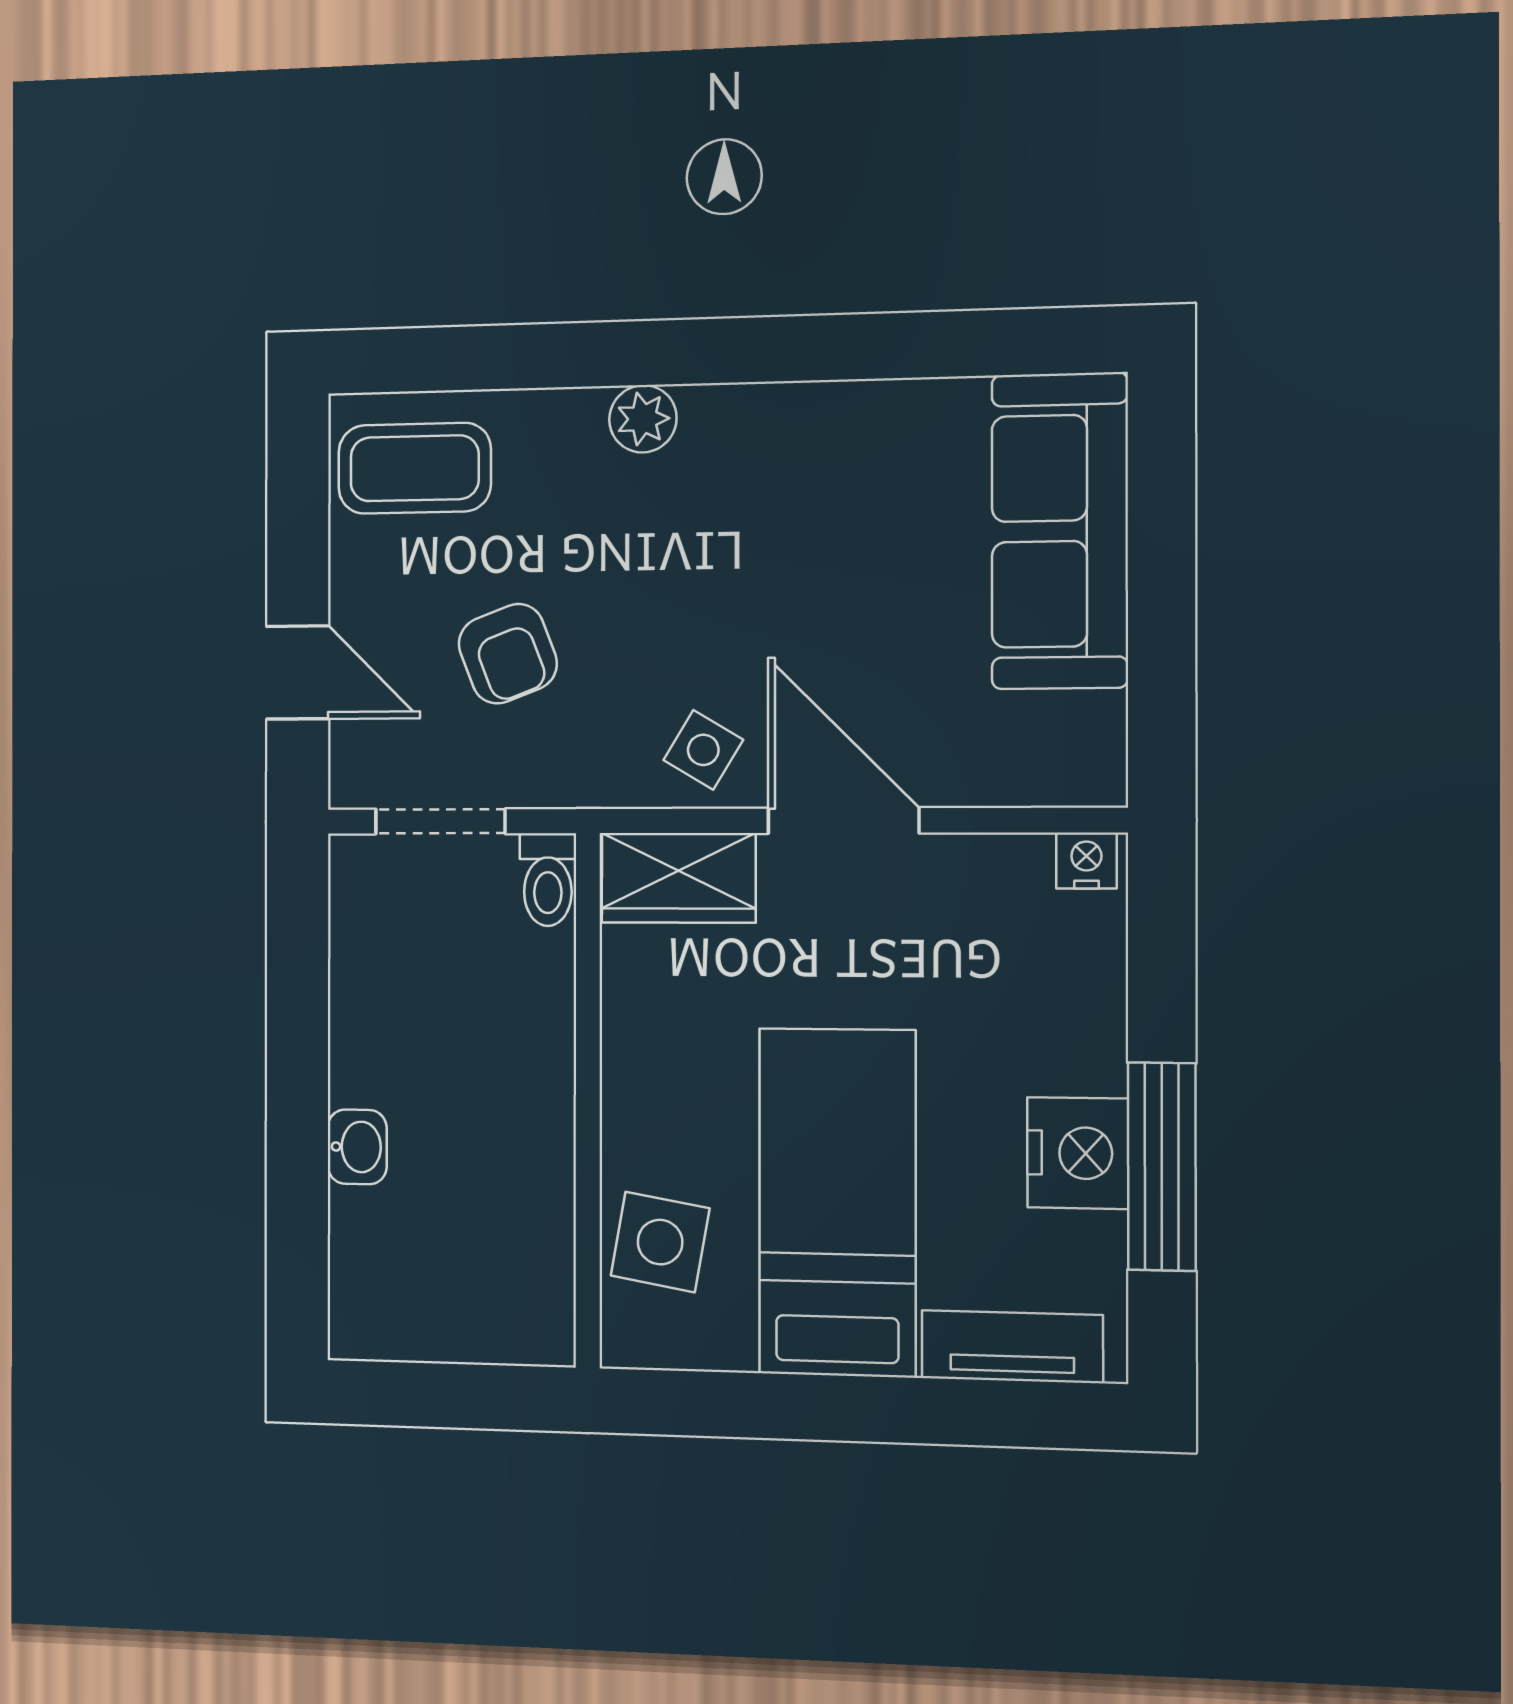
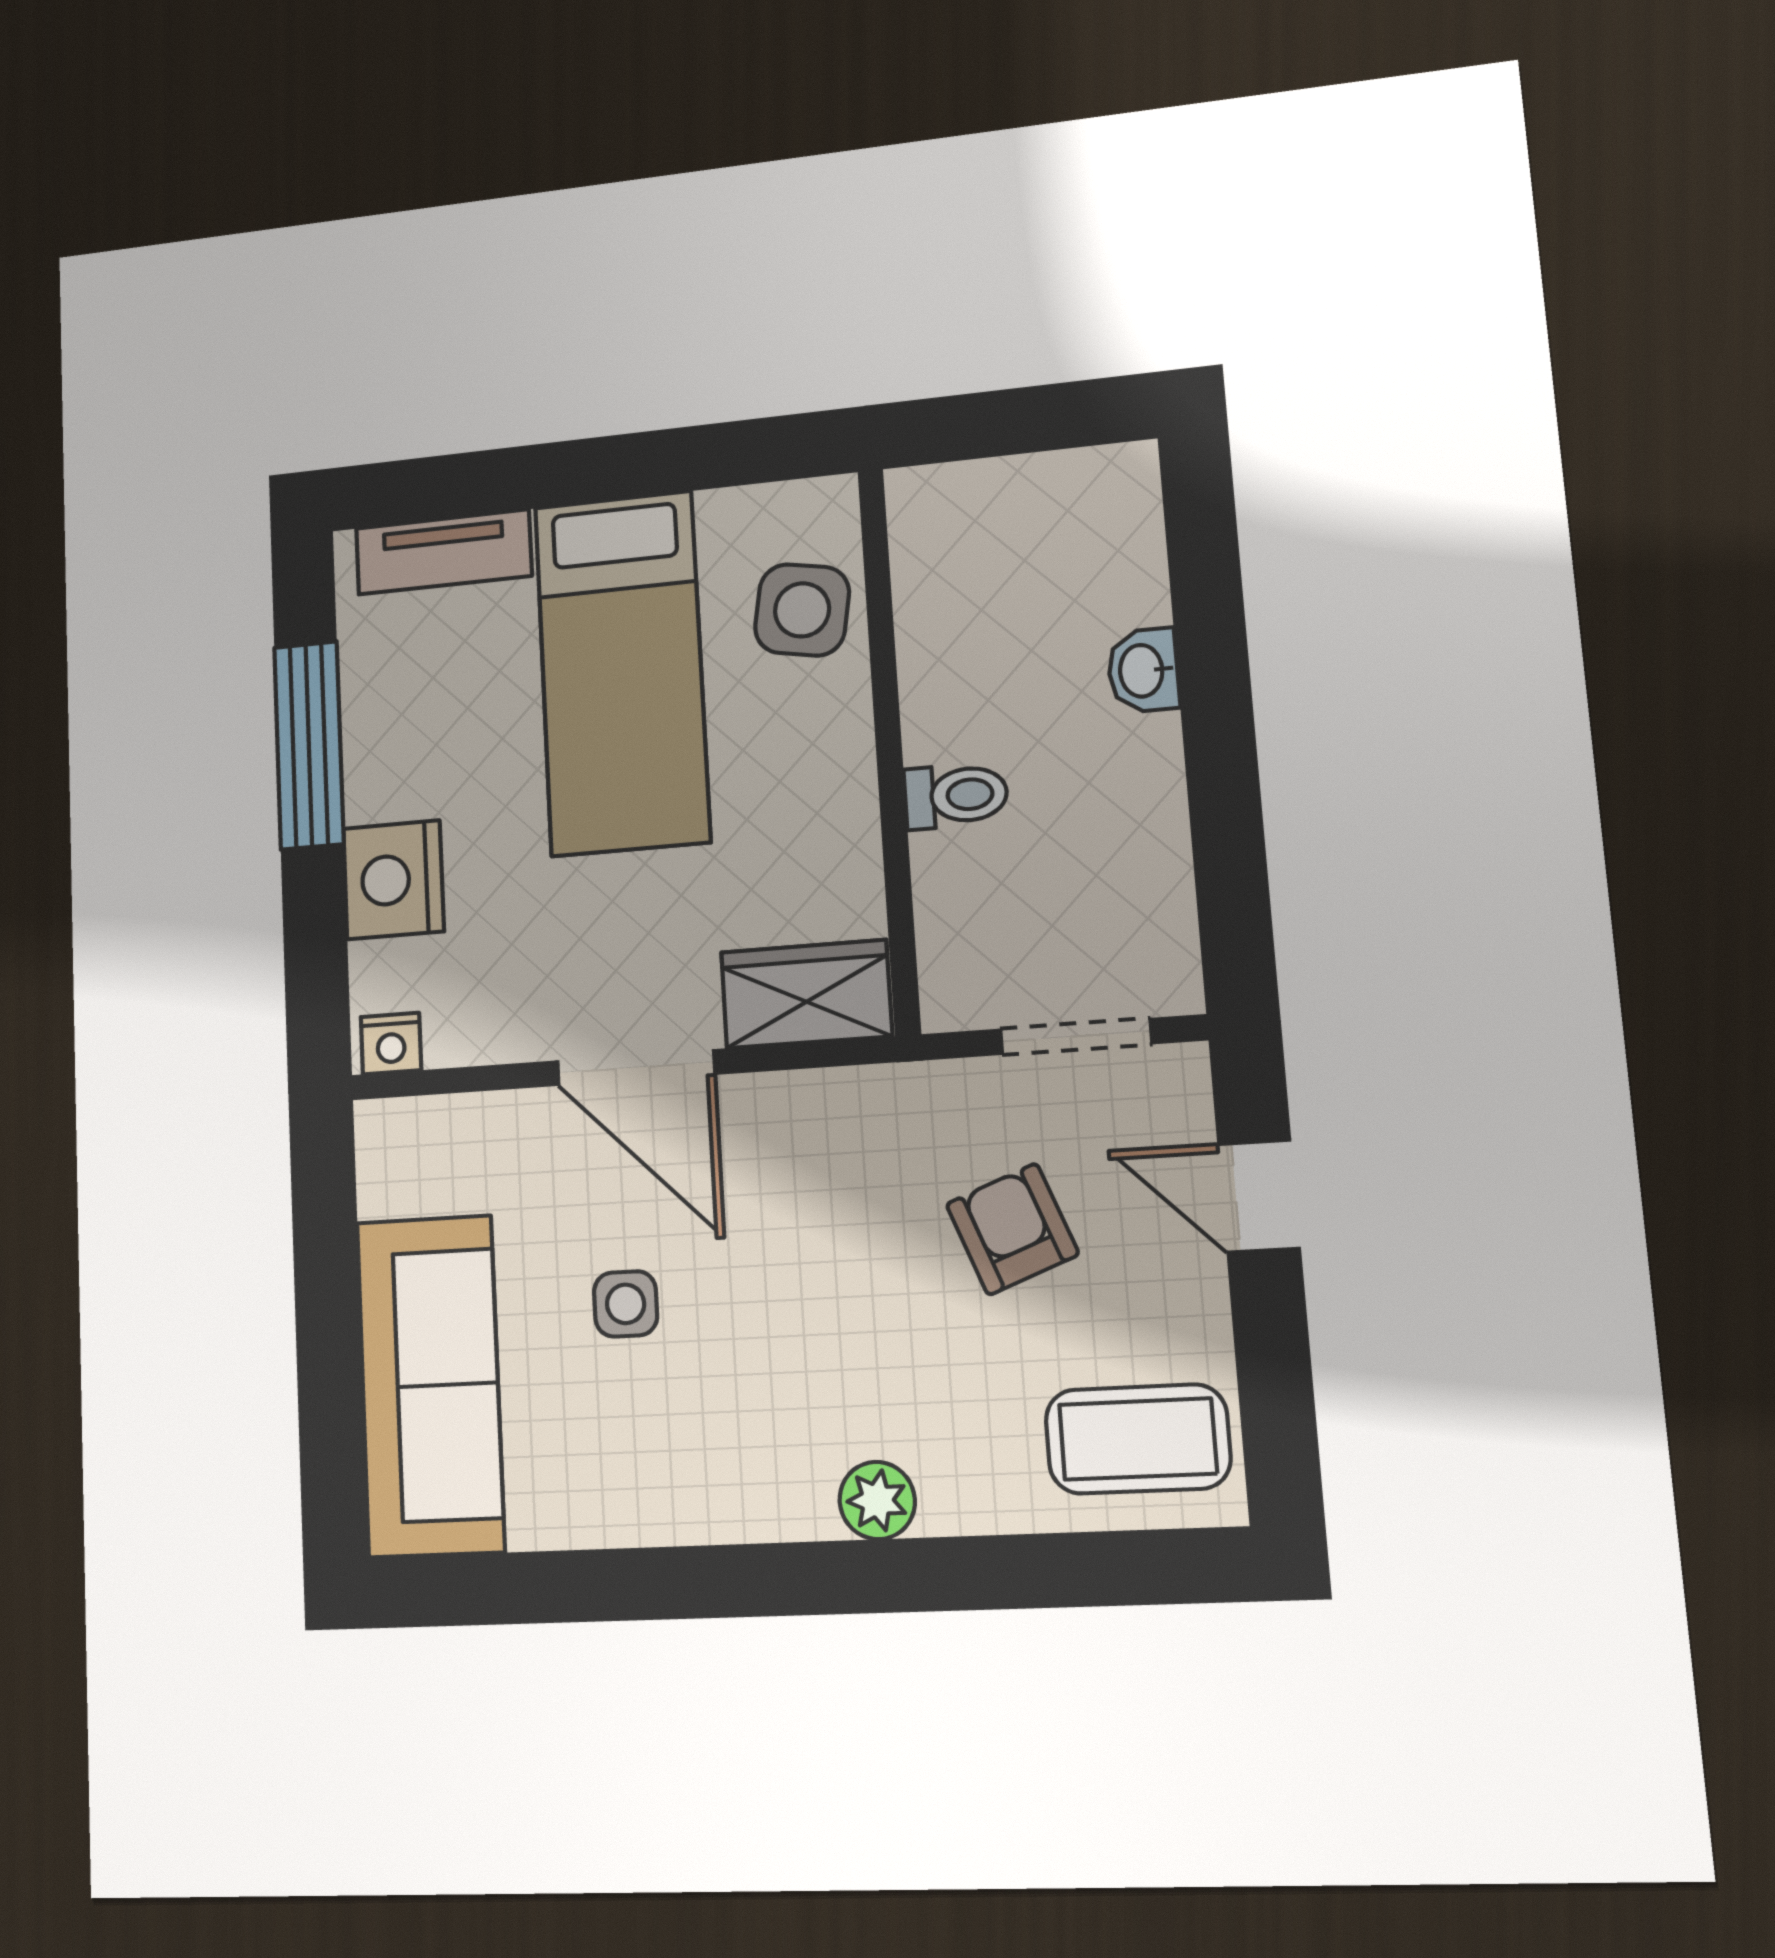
side table: (703, 750) -> (626, 1304), moved, turned -31
toilet: (548, 880) -> (956, 796), moved, turned 90
nightstand: (1078, 1153) -> (393, 880), moved

